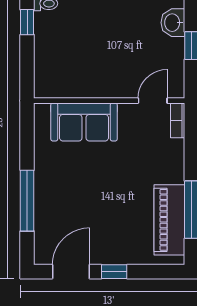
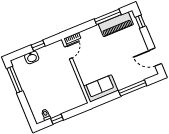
door: (153, 101) -> (68, 52), swing flipped
sofa: (84, 122) -> (101, 88), moved, turned -90
window: (114, 272) -> (140, 22), moved

